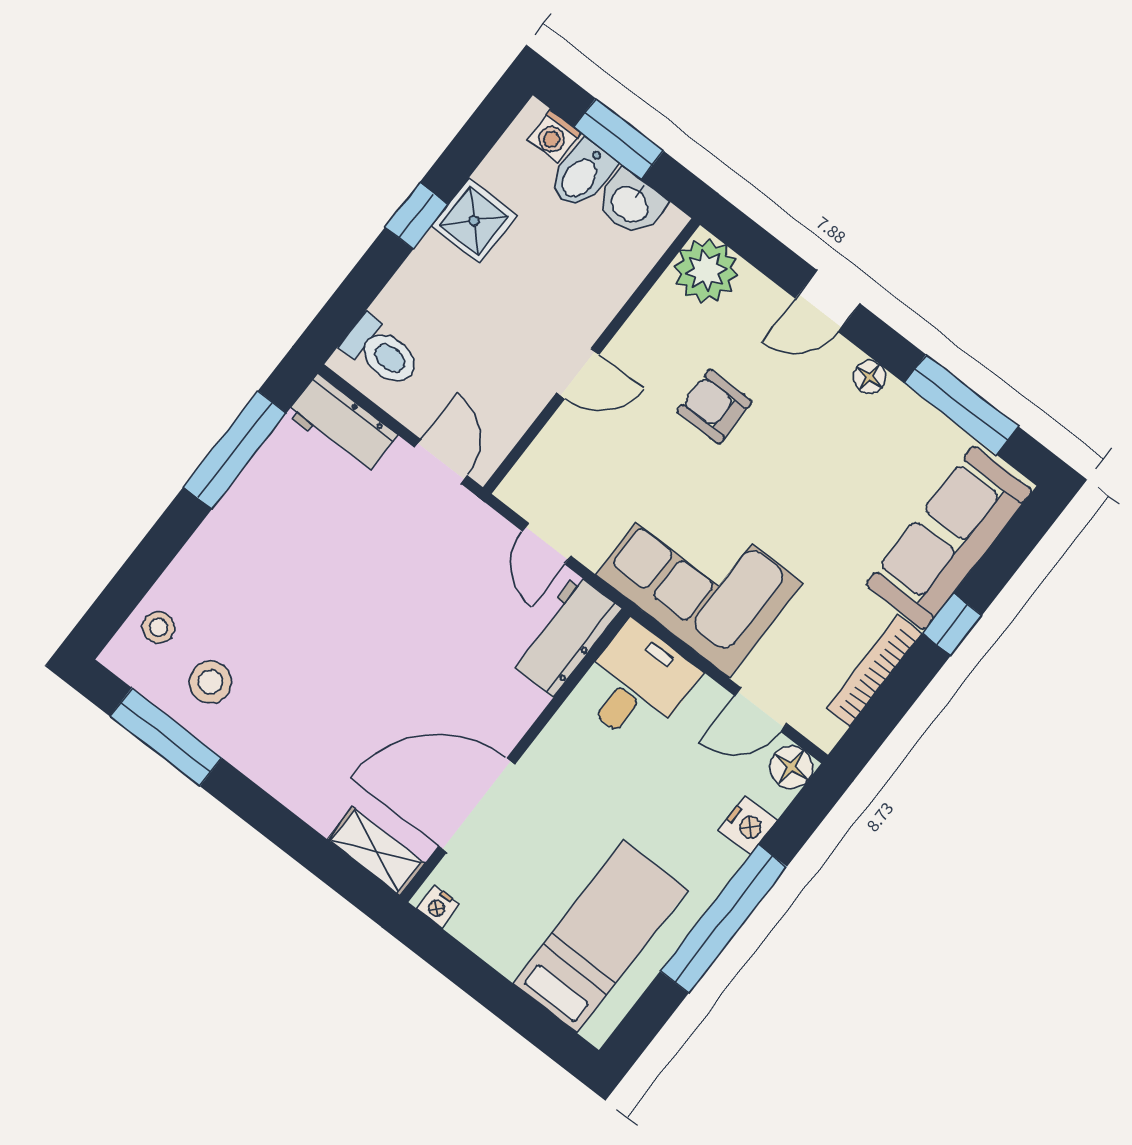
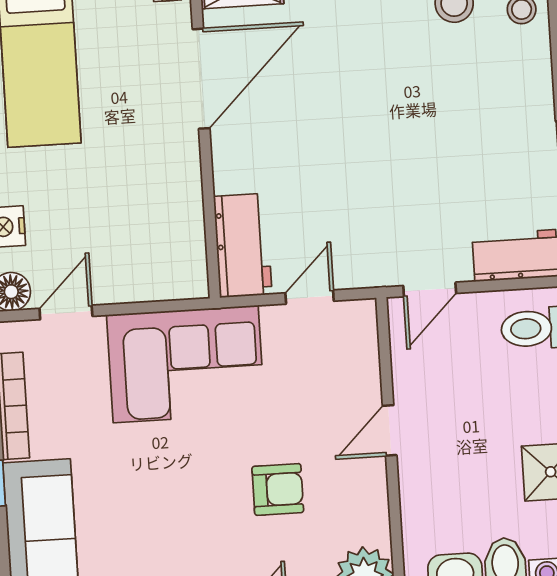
door: (441, 462) -> (430, 290), hinge flipped
door: (547, 543) -> (310, 297), hinge flipped
desk: (637, 684) -> (165, 256), removed

